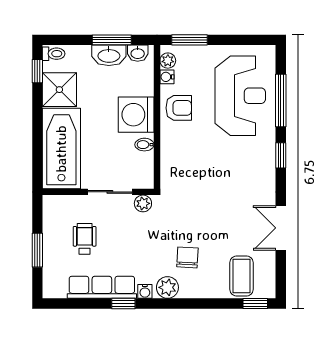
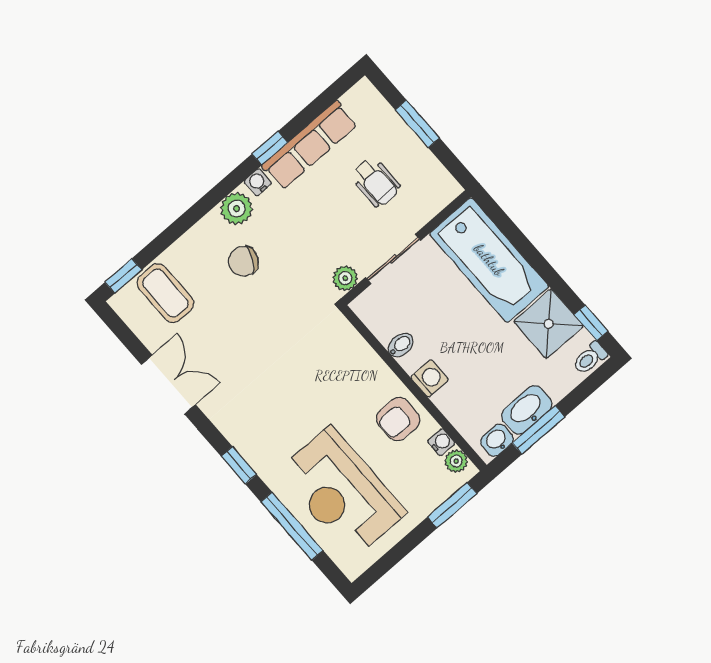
washing machine: (136, 115) -> (430, 378), width x0.53, depth x0.53
chair: (187, 257) -> (243, 261), turned 114

